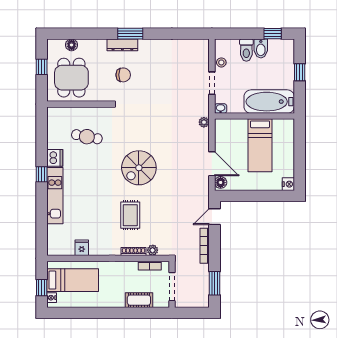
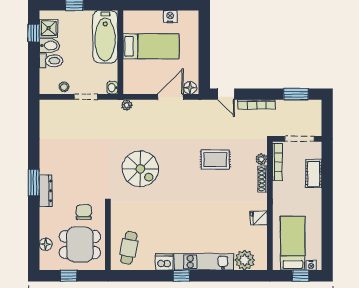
shower: (277, 48) -> (49, 28), added
chair: (123, 75) -> (84, 212), moved
cafe table: (87, 137) -> (129, 248), moved
spiral stairs: (139, 168) -> (140, 169), moved
nightstand: (288, 184) -> (170, 17), moved
rug: (130, 215) -> (215, 160), moved
plant: (57, 234) -> (245, 260), added
fridge: (82, 248) -> (259, 218), moved
bookcase: (150, 266) -> (277, 162), width x1.56

